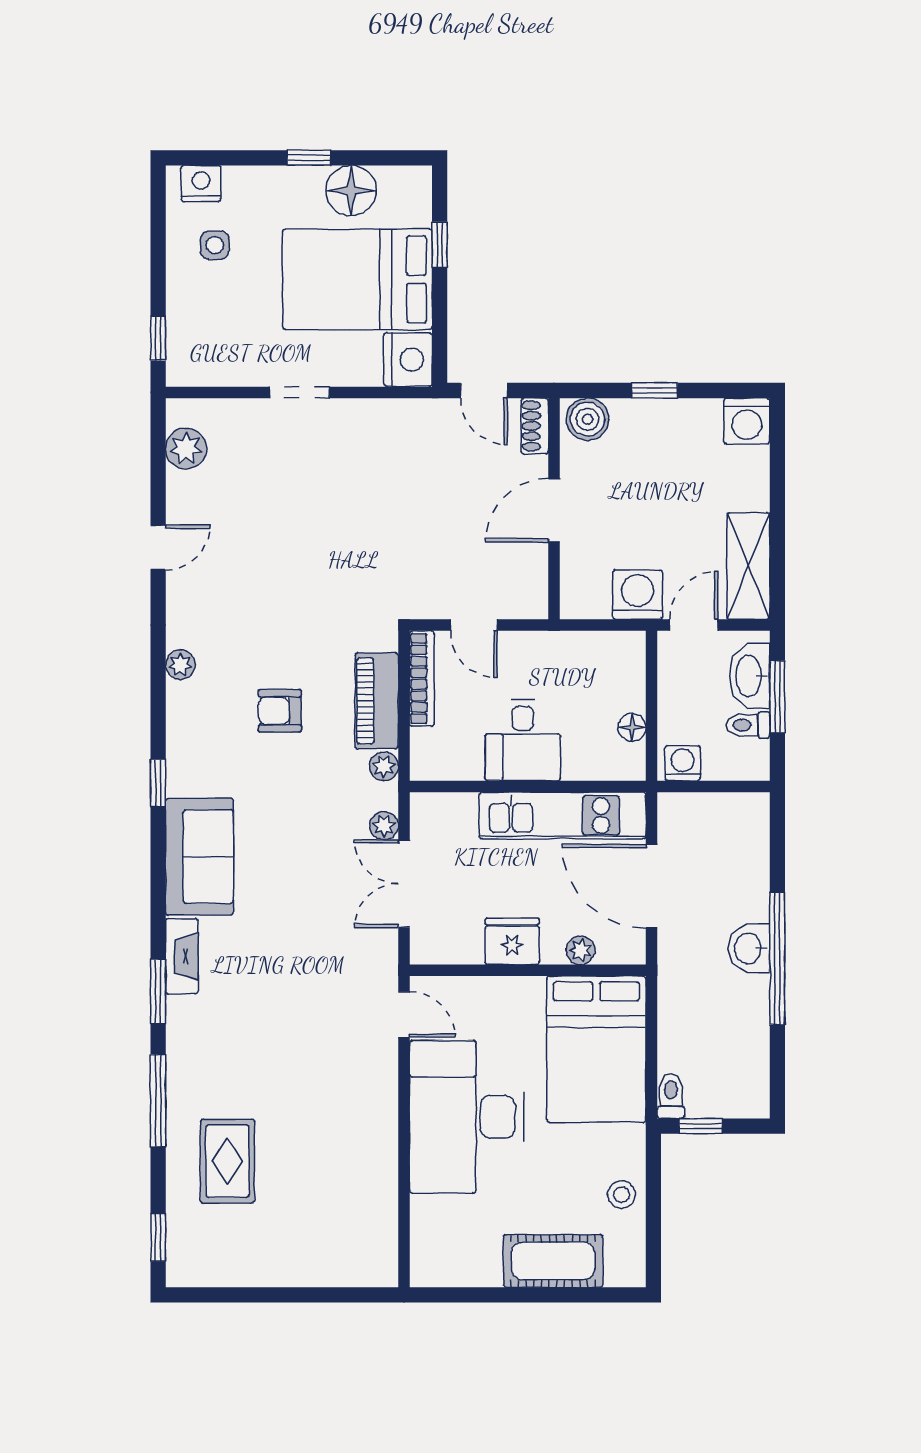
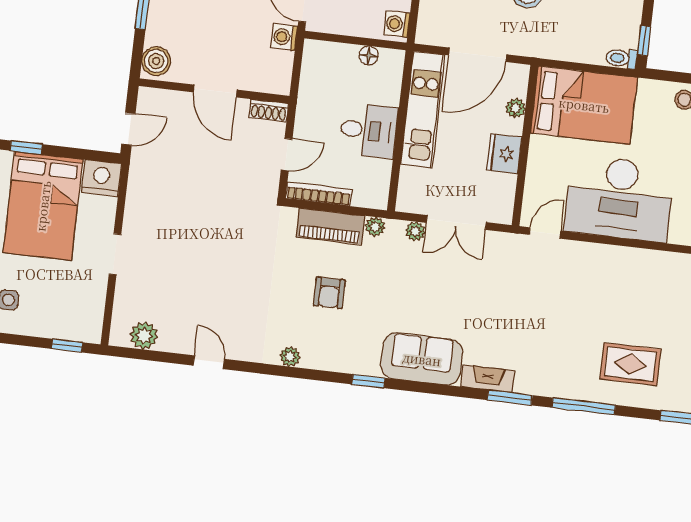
shoe rack: (535, 426) -> (269, 111), moved
washing machine: (638, 595) -> (284, 37), width x0.73, depth x0.73

